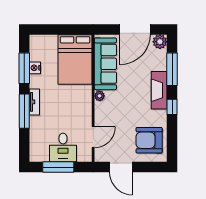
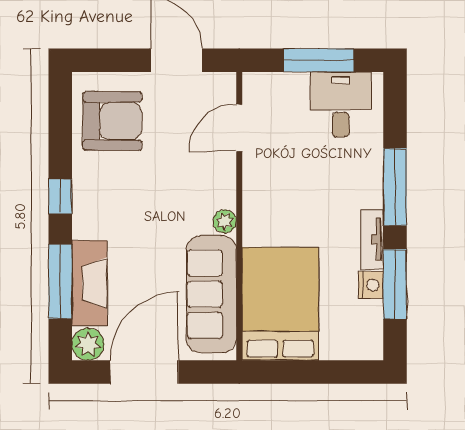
fireplace: (159, 90) -> (89, 283), moved
tv unit: (34, 102) -> (372, 239), moved
desk: (63, 148) -> (341, 104), moved

